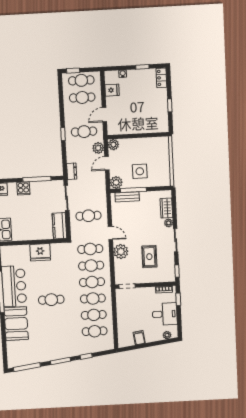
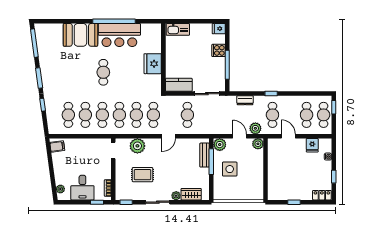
dresser: (72, 171) -> (245, 100), moved
plant: (121, 252) -> (137, 146), moved
filing cabinet: (139, 338) -> (57, 146), moved

